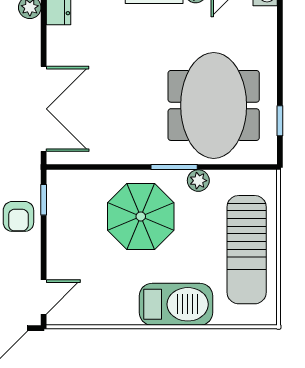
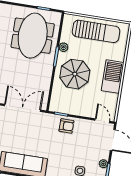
meeting table: (214, 105) -> (33, 36), turned 90
barbecue: (176, 304) -> (113, 77), moved

